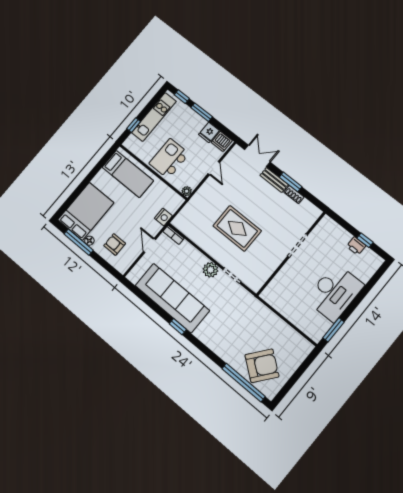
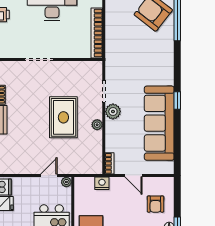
door: (214, 168) -> (49, 176), moved
door: (149, 245) -> (133, 176), hinge flipped
plant: (210, 249) -> (97, 125), added
bookcase: (282, 308) -> (97, 33), added

